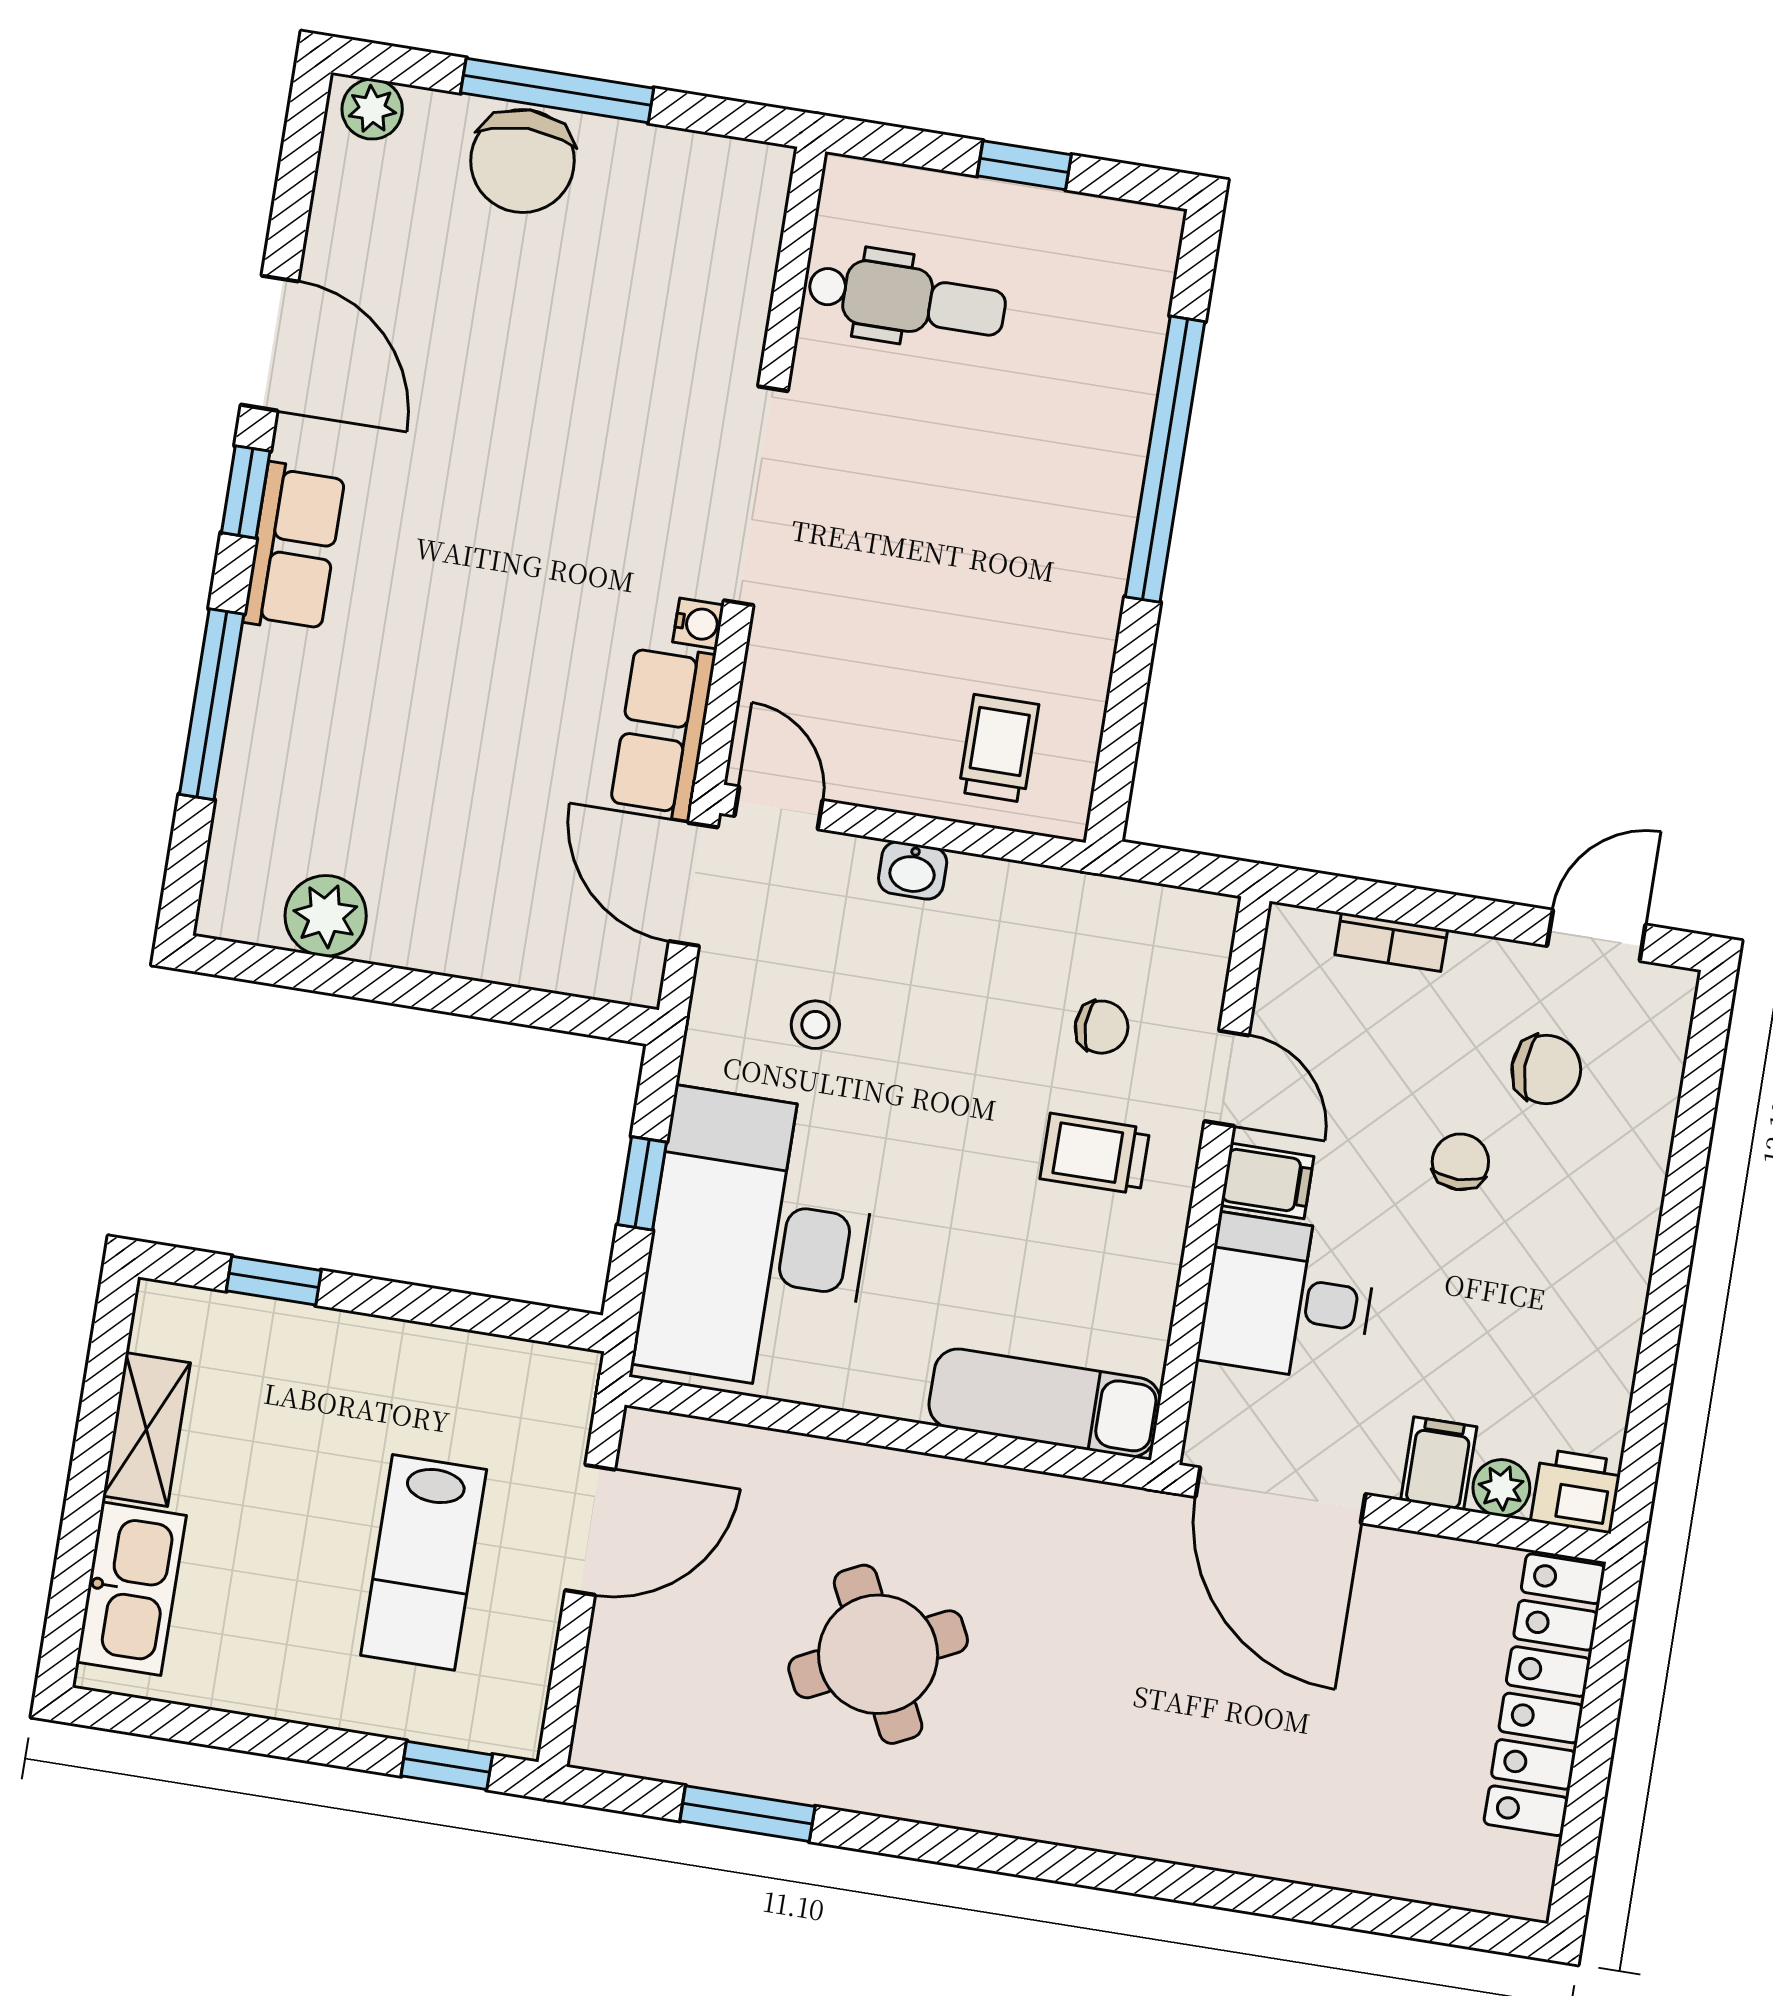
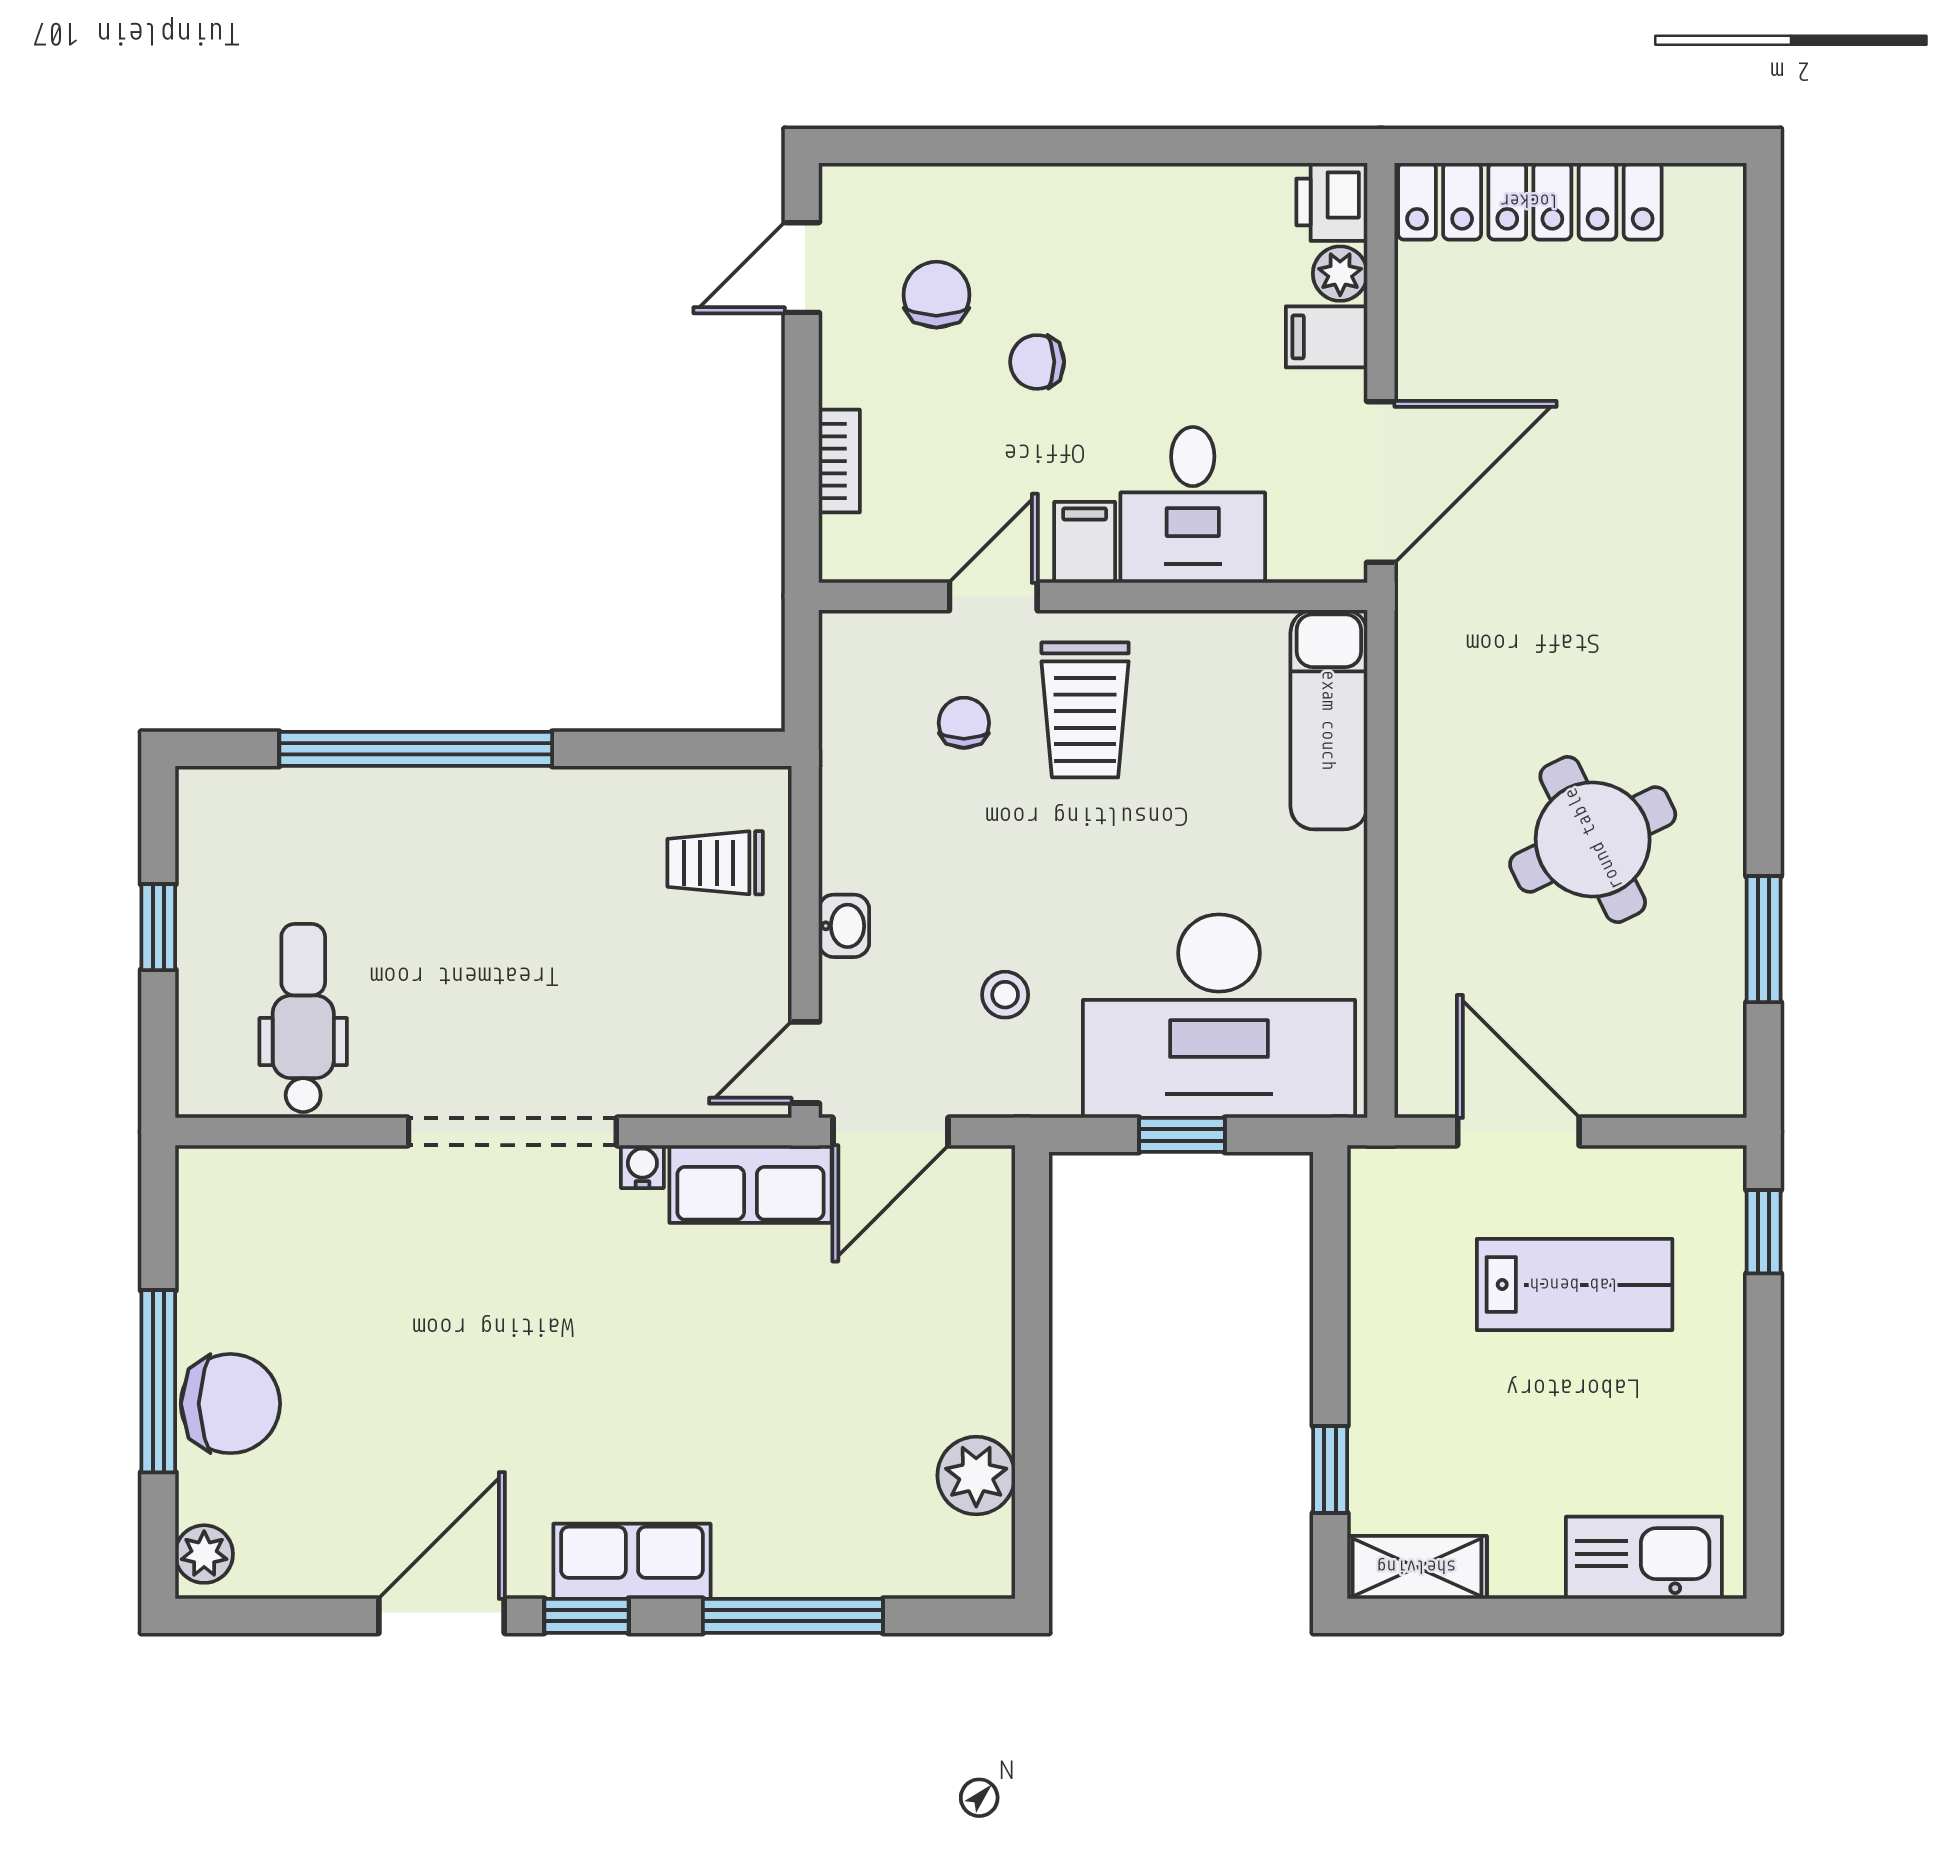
door: (1596, 935) -> (802, 268), hinge flipped
trolley: (1095, 1154) -> (1085, 710), width x1.36, depth x1.39
shelving: (147, 1429) -> (1417, 1567), moved

